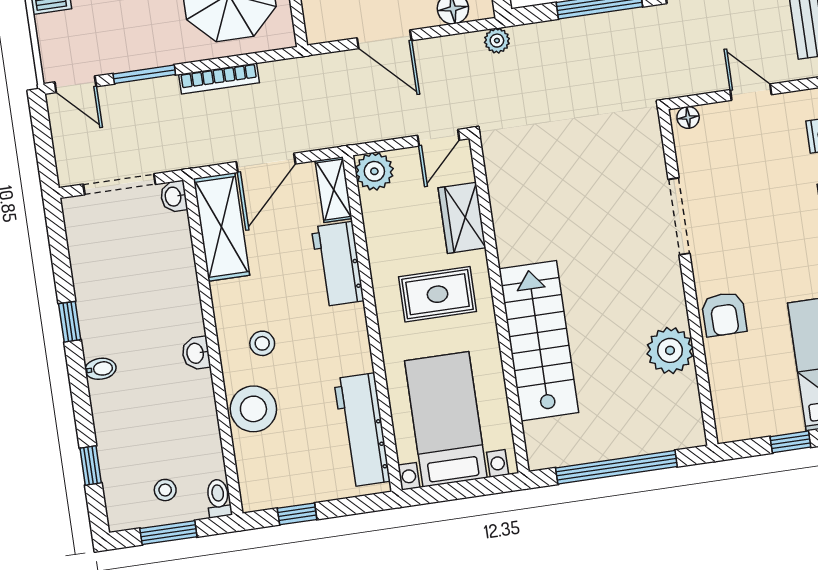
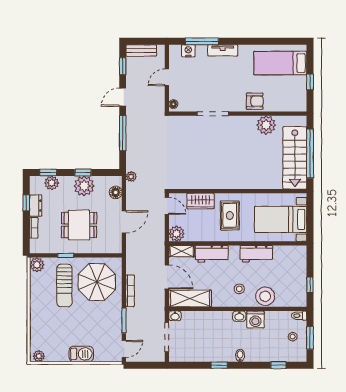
stairs: (539, 341) -> (295, 158), moved, turned -90
washing machine: (193, 393) -> (255, 320), added
workbench: (362, 430) -> (256, 254), moved, width x0.73

